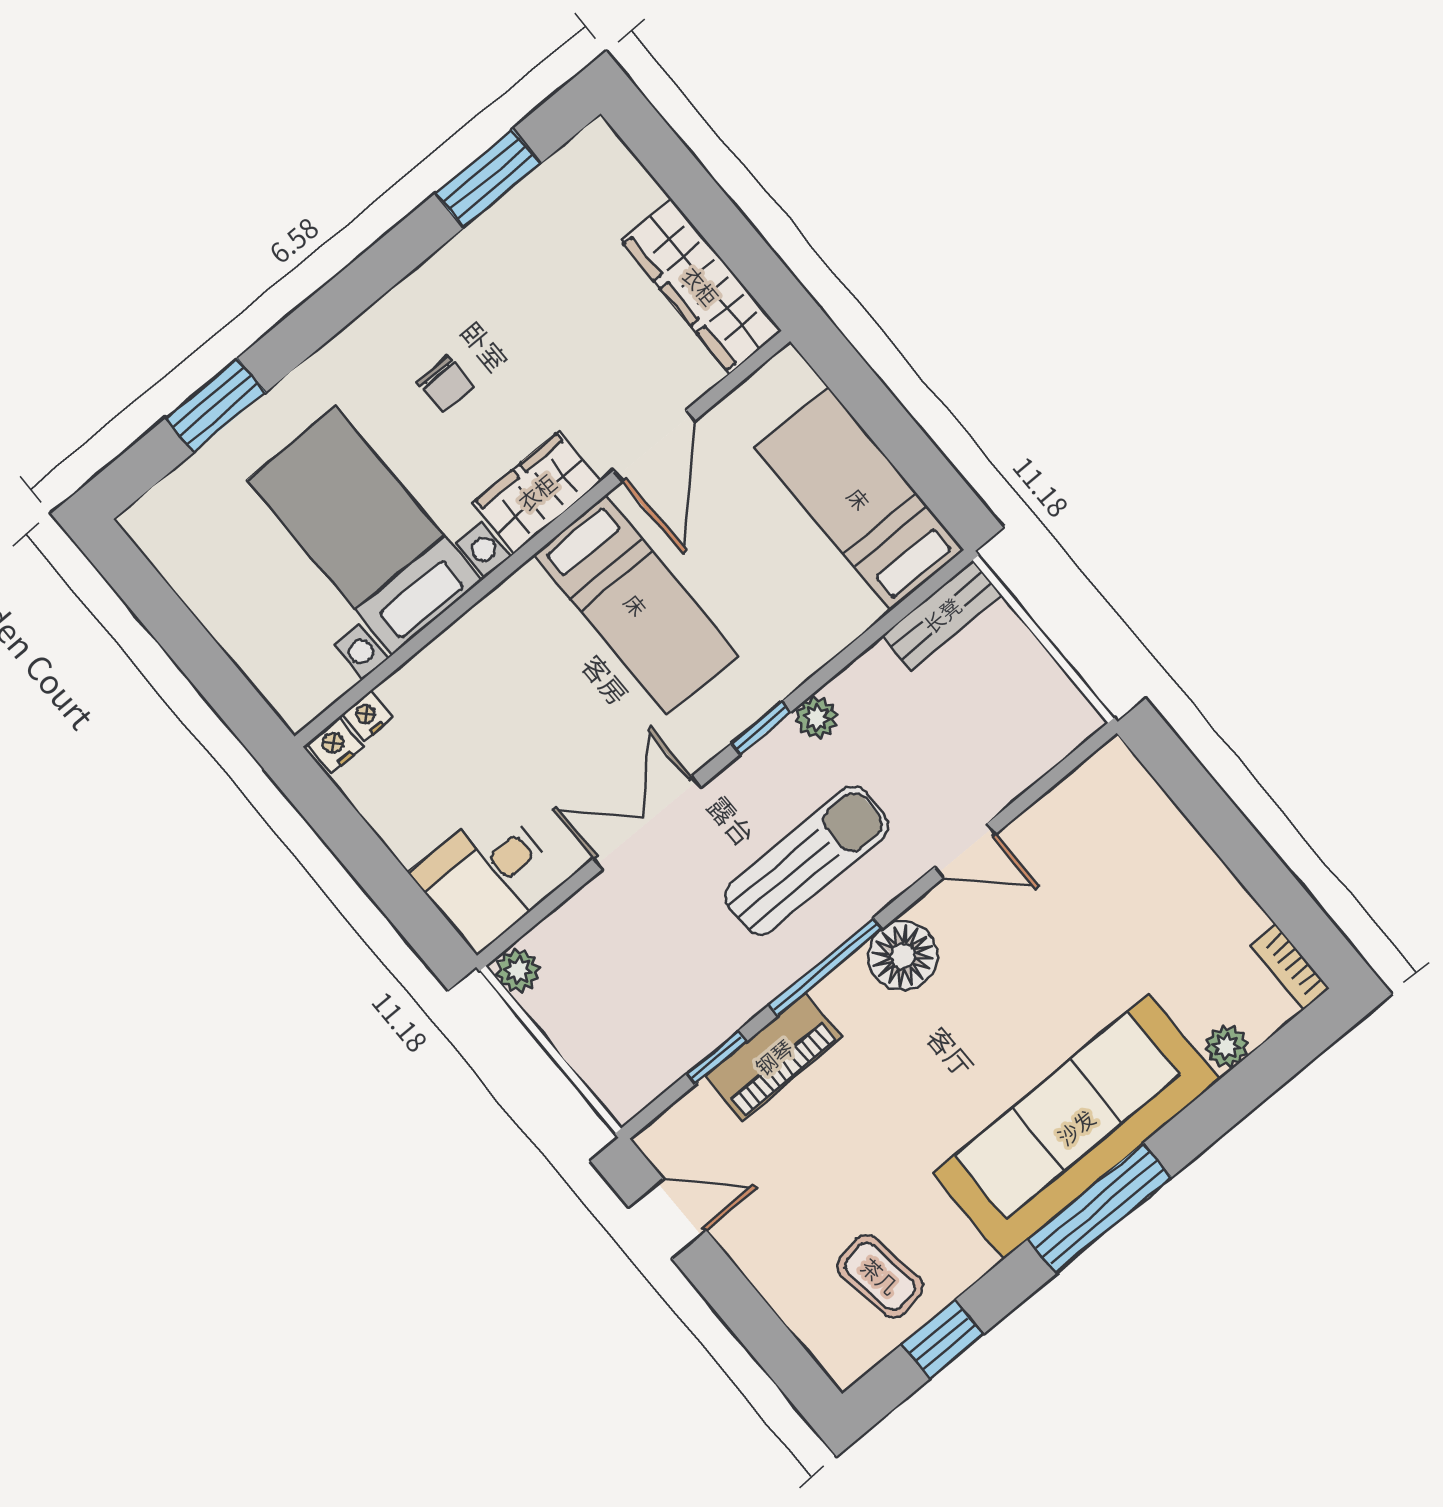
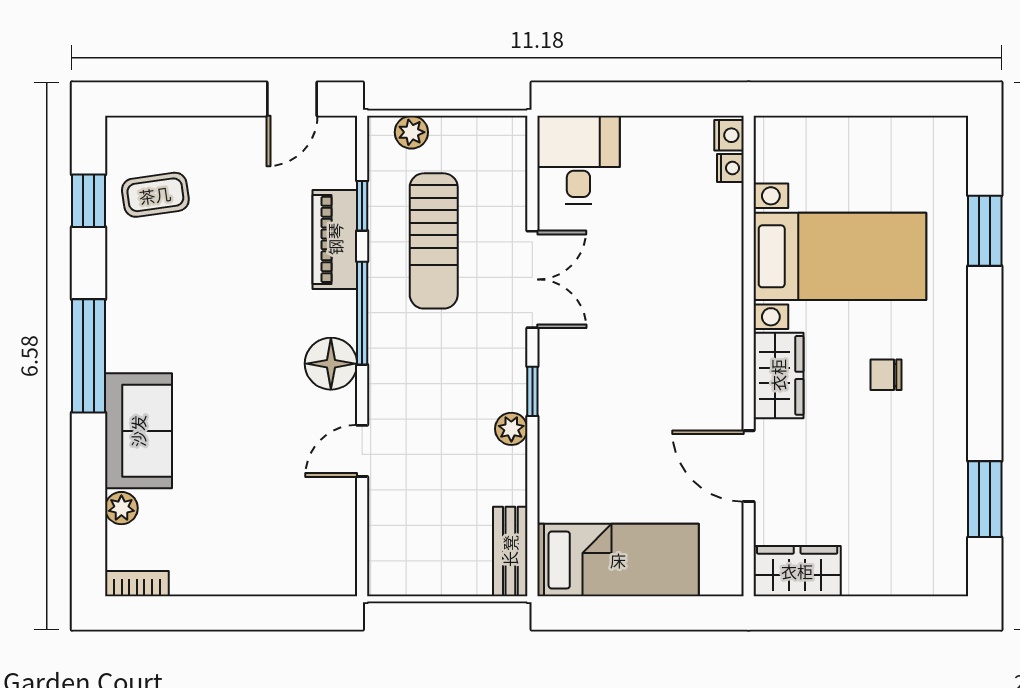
wardrobe: (701, 286) -> (797, 571), width x0.67
bed: (636, 605) -> (664, 379), removed
sun lounger: (807, 861) -> (434, 241), moved
plant: (518, 971) -> (411, 132), moved
sofa: (1076, 1127) -> (138, 431), width x0.54, depth x0.79

